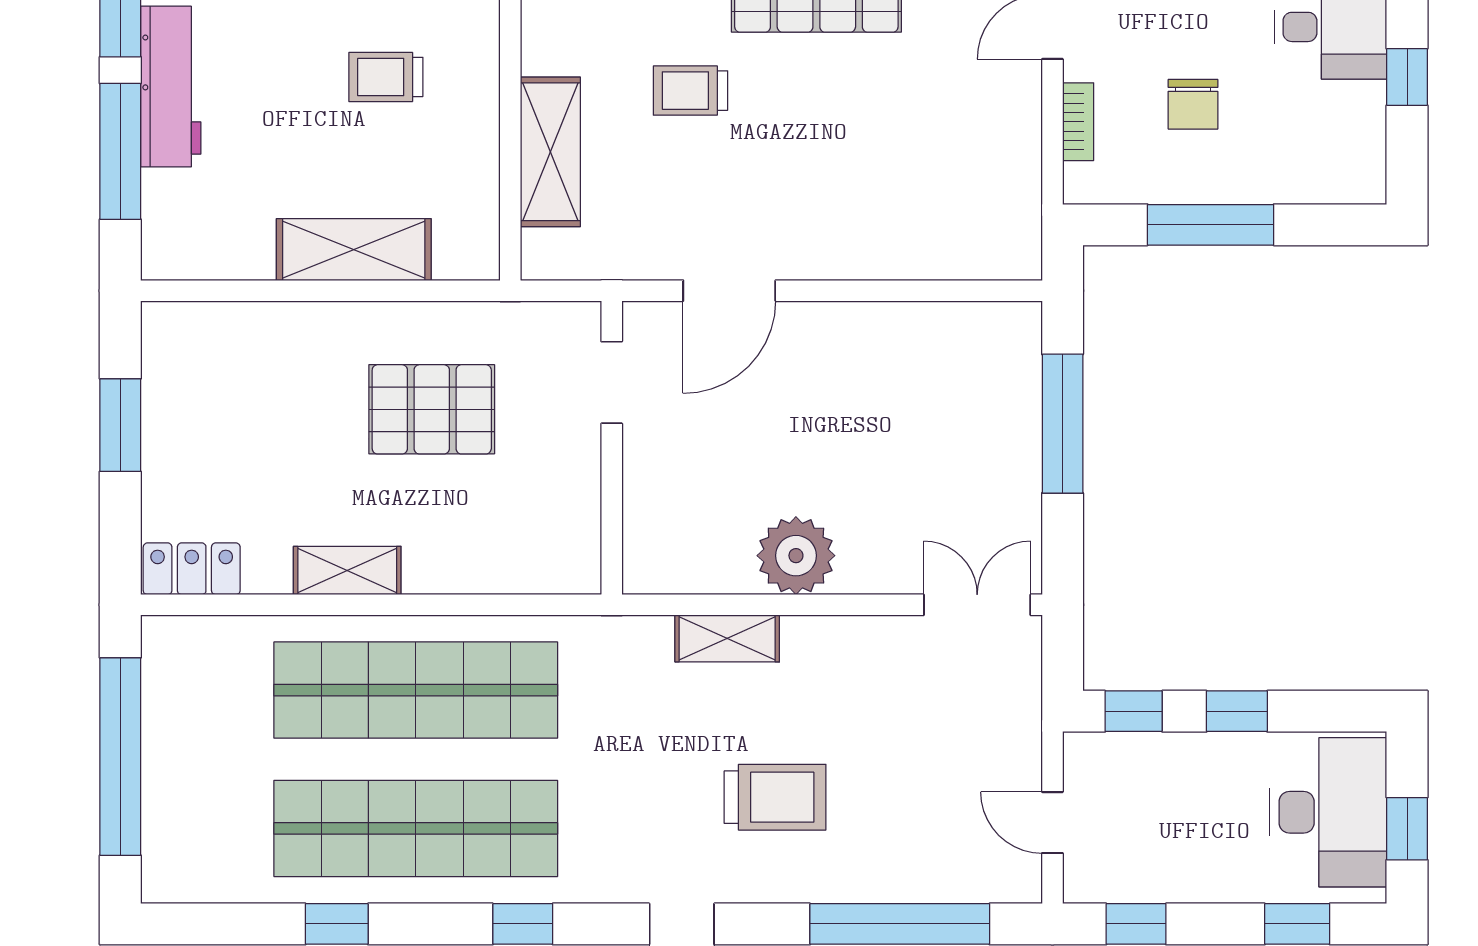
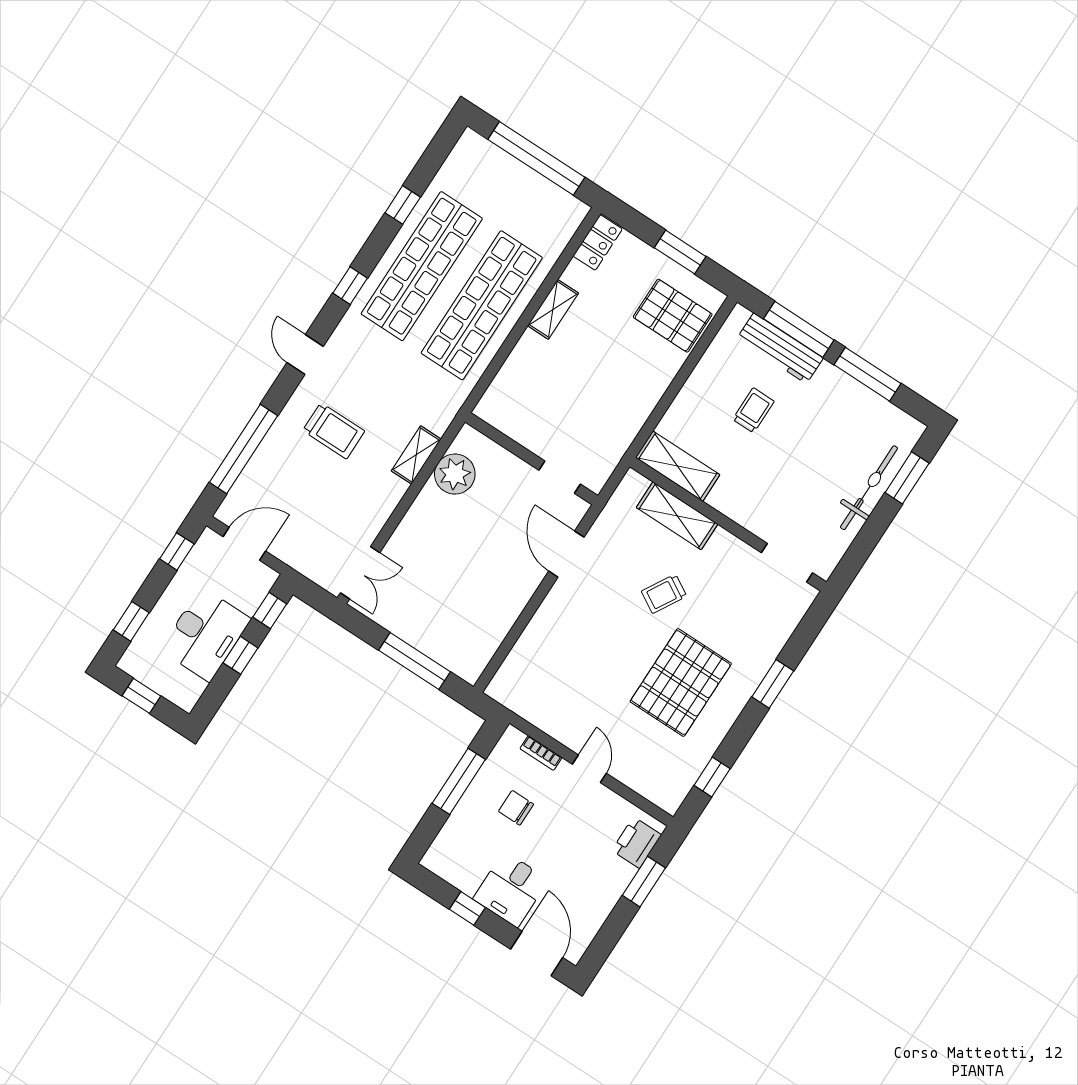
trolley: (386, 77) -> (753, 410), moved
workbench: (171, 87) -> (780, 348), moved
trolley: (691, 91) -> (664, 594), turned -150
shelving: (354, 250) -> (678, 466), moved, turned 90
pallet: (432, 409) -> (673, 316), moved, turned 90
plant: (796, 556) -> (455, 474), moved
trolley: (775, 797) -> (334, 431), turned -90
desk: (1328, 812) -> (205, 634), moved, turned -90
door: (1052, 823) -> (244, 544), width x1.37

